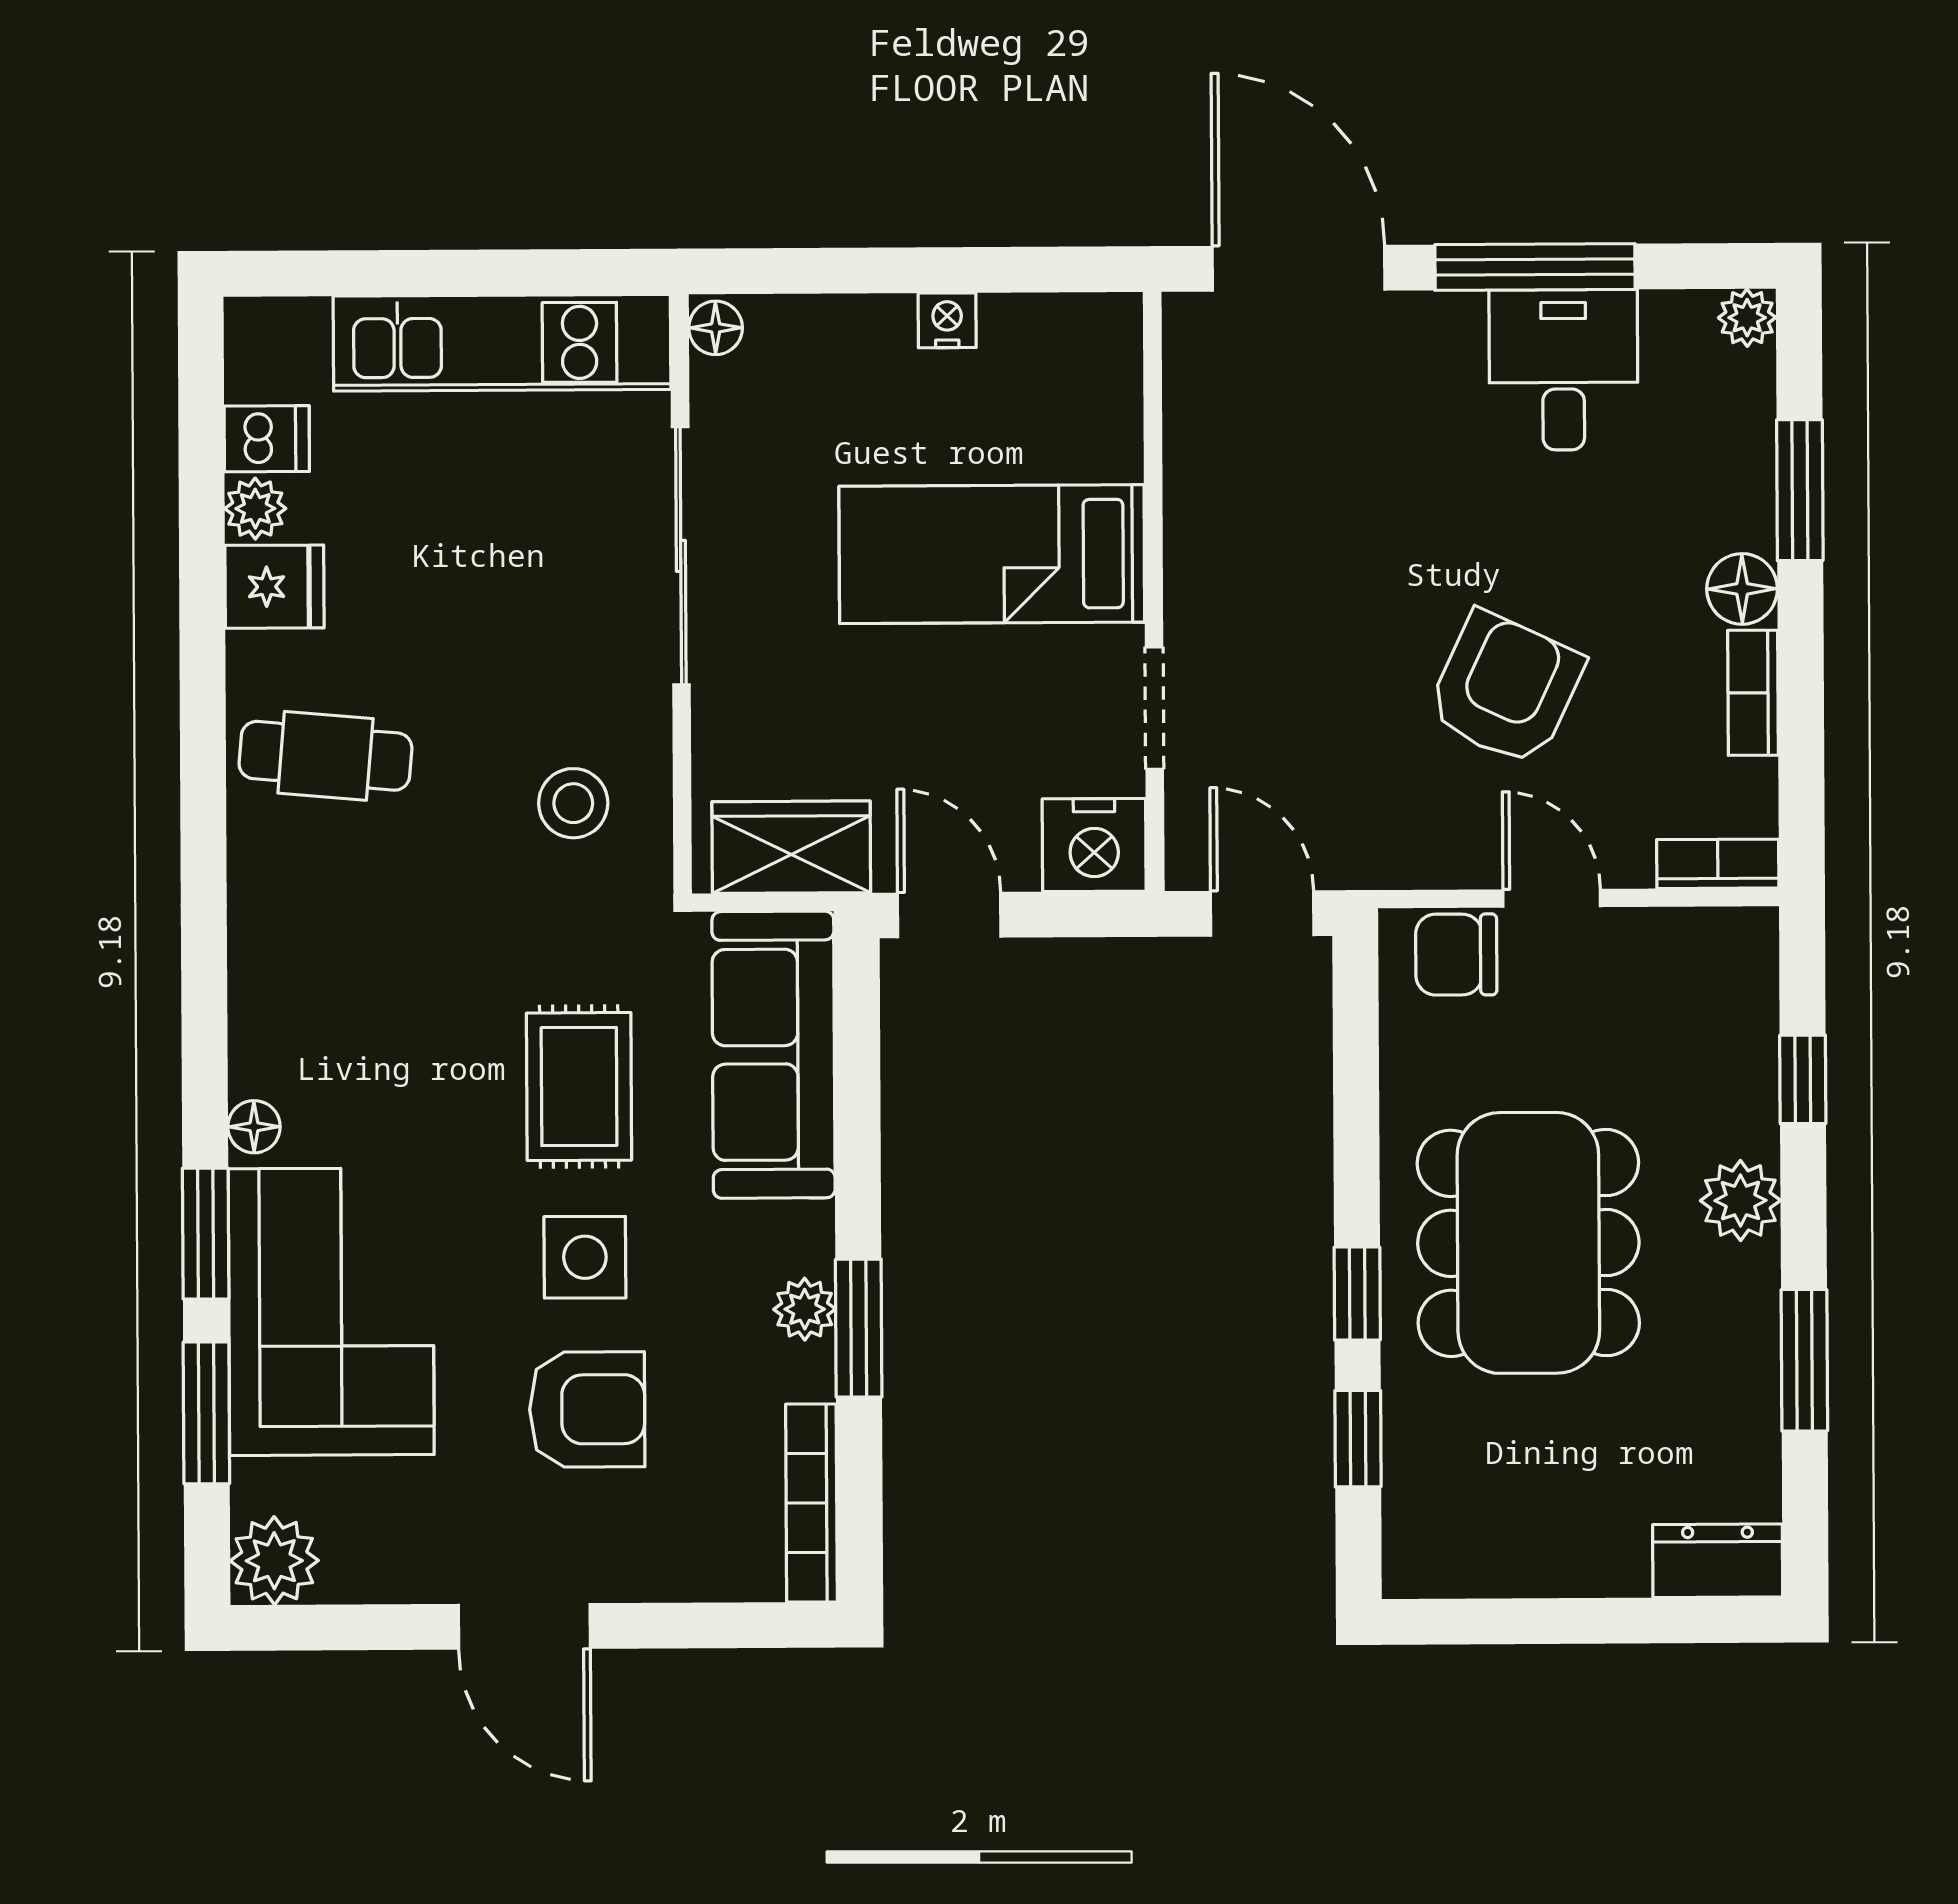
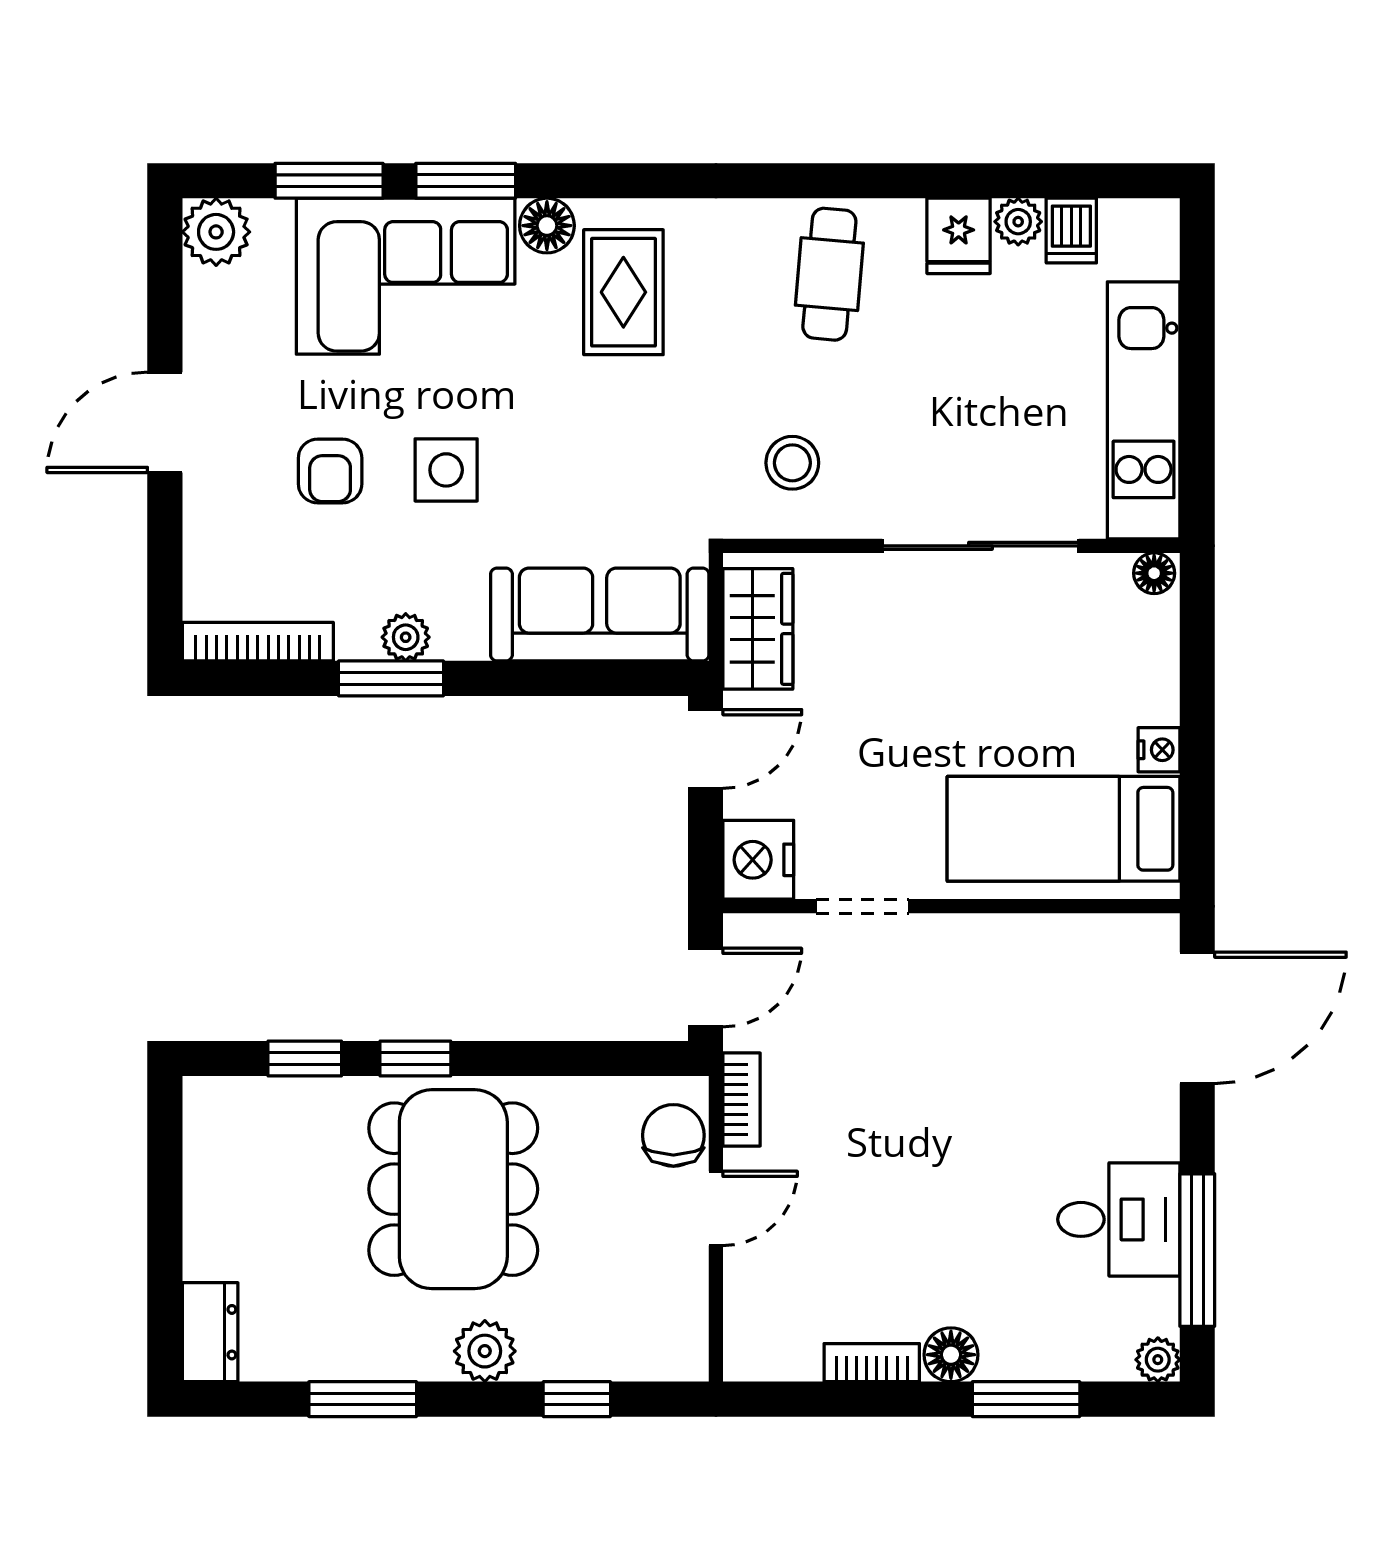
window: (1535, 267) -> (1197, 1250), moved
bed: (992, 554) -> (1063, 829), moved, turned -90
armchair: (1505, 689) -> (876, 1174), removed
bookcase: (1718, 864) -> (742, 1099), moved
rug: (579, 1087) -> (623, 292), moved, turned 90
floor lamp: (254, 1127) -> (547, 226), width x1.37, depth x1.37
dining table: (1528, 1243) -> (453, 1189), turned 90
armchair: (587, 1409) -> (330, 471), width x0.72, depth x0.72

